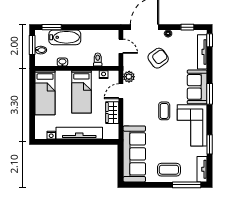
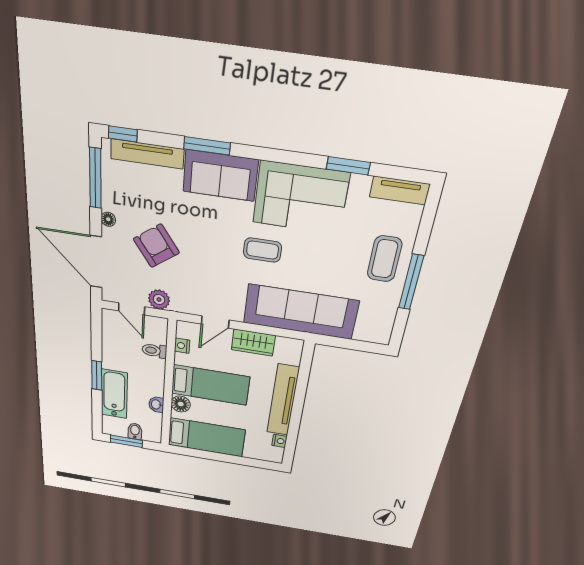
window: (52, 27) -> (97, 375), moved
window: (187, 27) -> (95, 178), width x2.17
door: (121, 46) -> (131, 309), swing flipped
floor lamp: (65, 76) -> (181, 404), added
plant: (129, 77) -> (159, 299), moved
door: (121, 91) -> (215, 322), hinge flipped
window: (210, 94) -> (207, 146), moved
sofa: (134, 154) -> (300, 312), moved
window: (187, 185) -> (411, 282), moved

